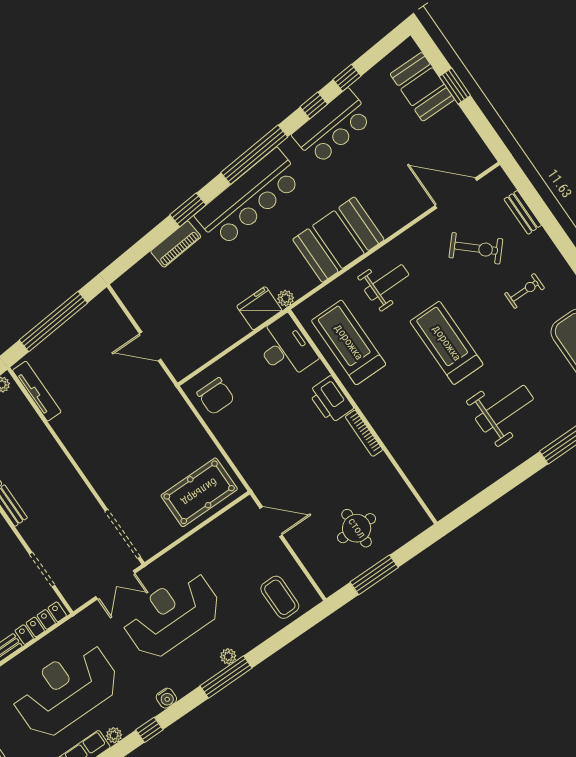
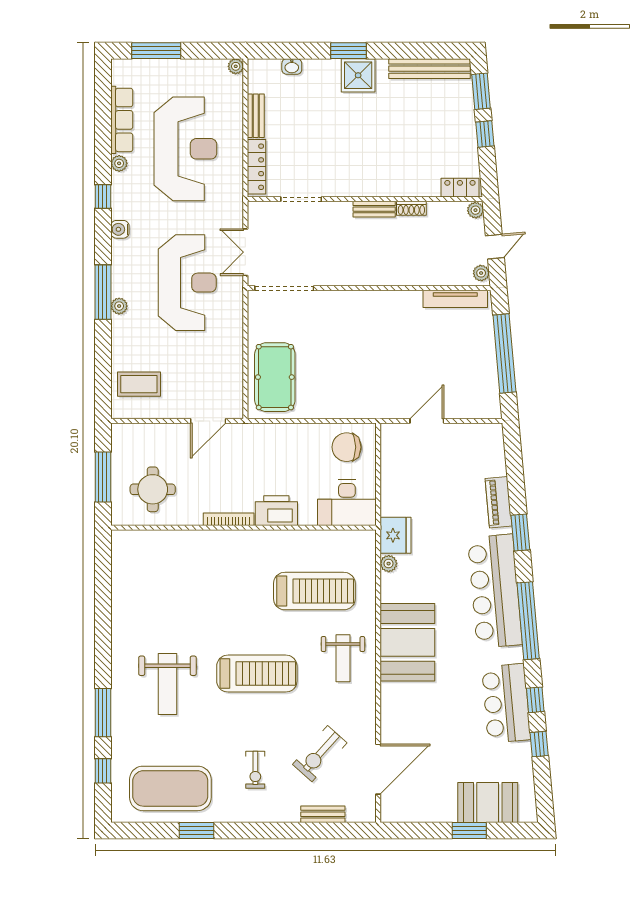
desk: (285, 348) -> (347, 503), moved
printer: (331, 400) -> (276, 511), moved
wall: (362, 417) -> (243, 528), moved
bookcase: (364, 433) -> (229, 519), moved

